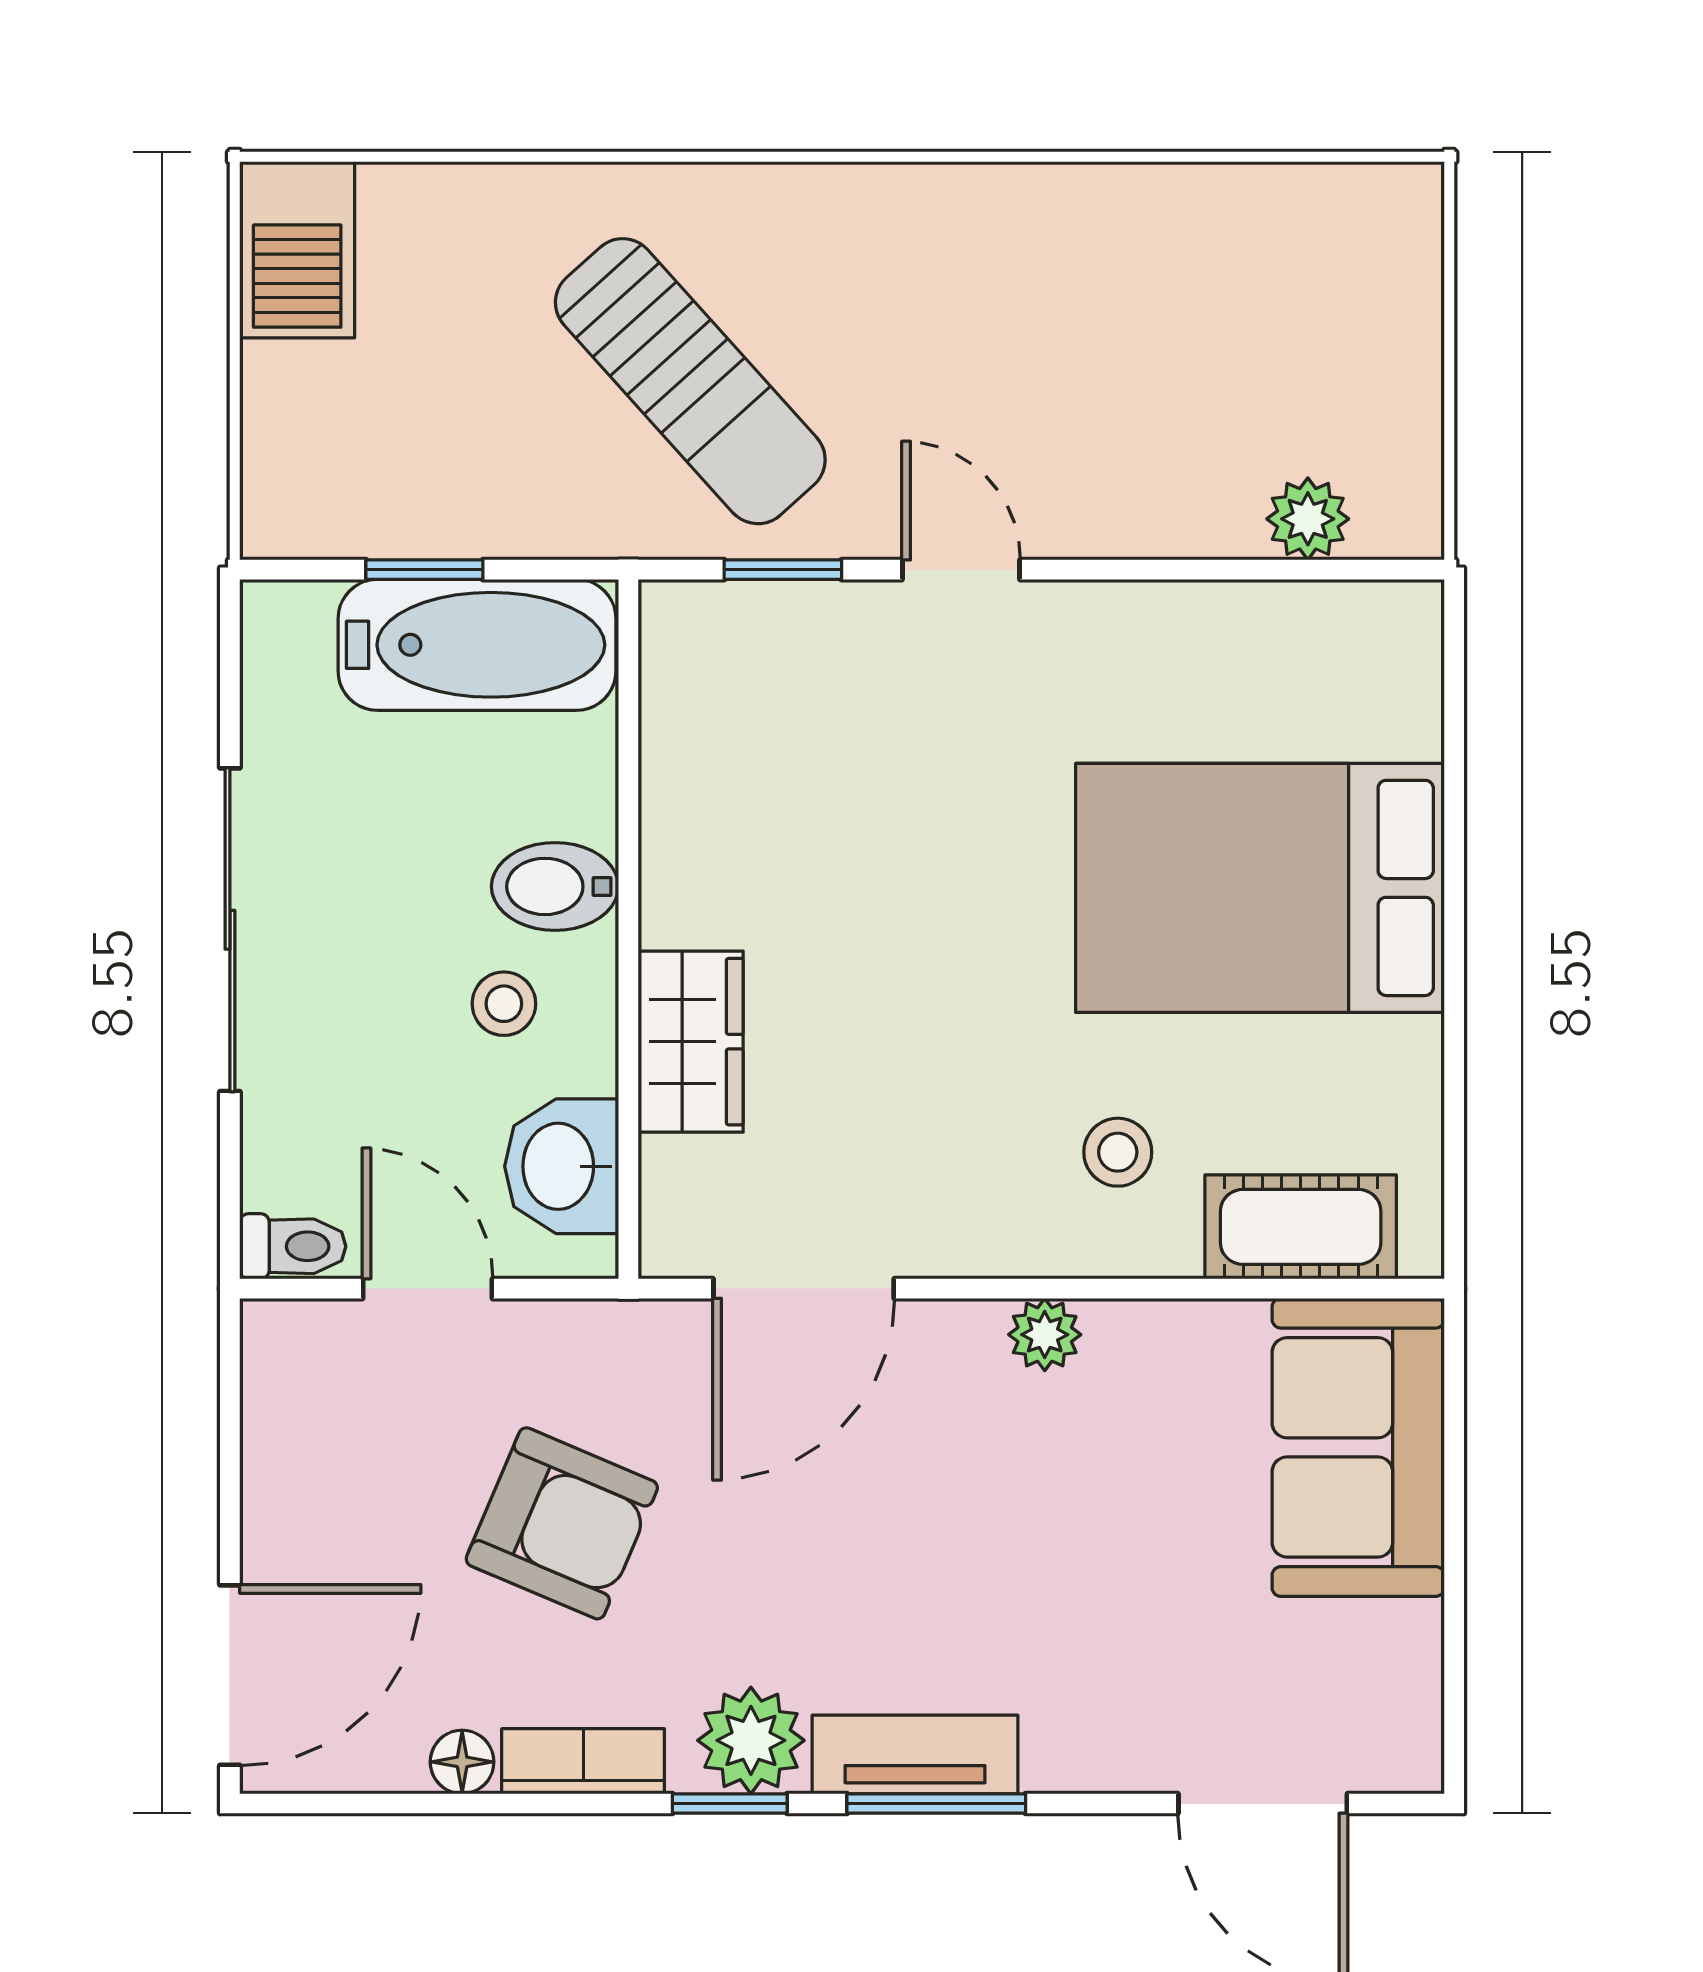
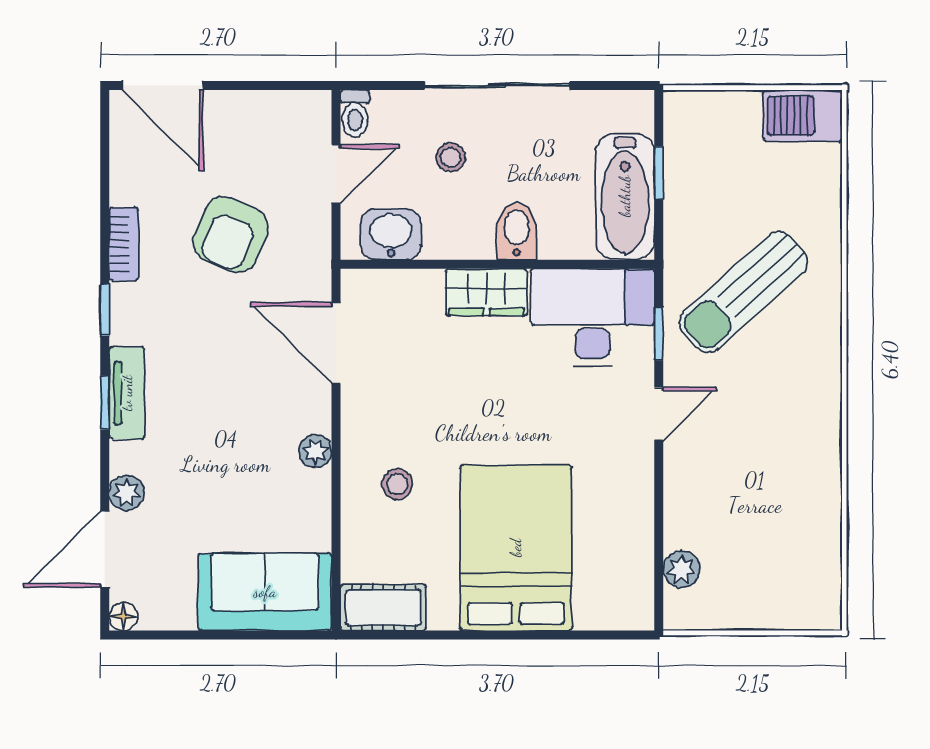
desk: (746, 717) -> (593, 317), added
stool: (504, 1004) -> (450, 157), moved
wardrobe: (691, 1042) -> (486, 292), moved
cot: (1301, 1227) -> (383, 607), moved, turned 90
plant: (751, 1740) -> (127, 493), moved, width x0.73, depth x0.73
floor lamp: (462, 1762) -> (123, 616), moved
window: (936, 1804) -> (105, 403), width x0.67

